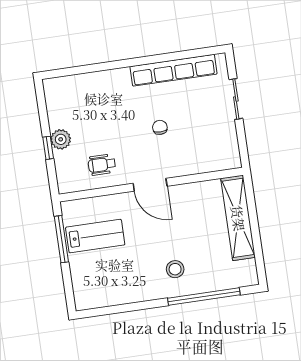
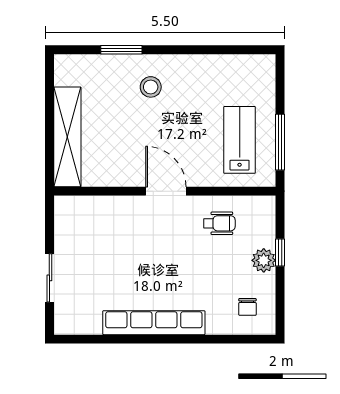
row of seats: (173, 70) -> (154, 323), moved
chair: (160, 127) -> (247, 307), moved
lab bench: (95, 236) -> (240, 140), turned 90
window: (204, 296) -> (121, 50), width x0.47

